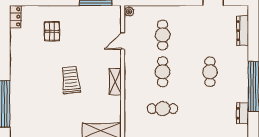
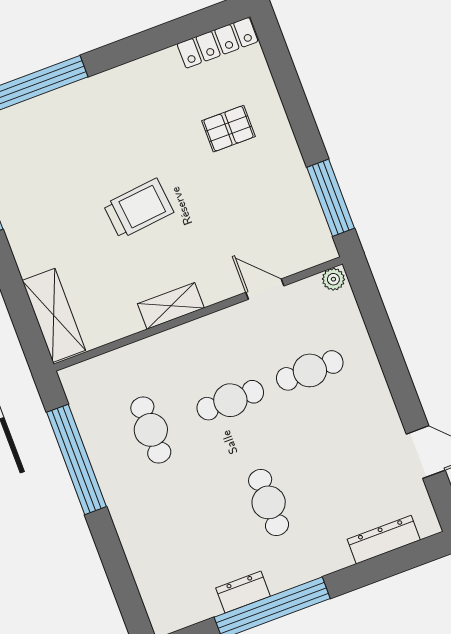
locker: (15, 17) -> (218, 43), width x1.53
cafe table: (210, 72) -> (269, 502), turned 90
dresser: (242, 113) -> (243, 592), moved

